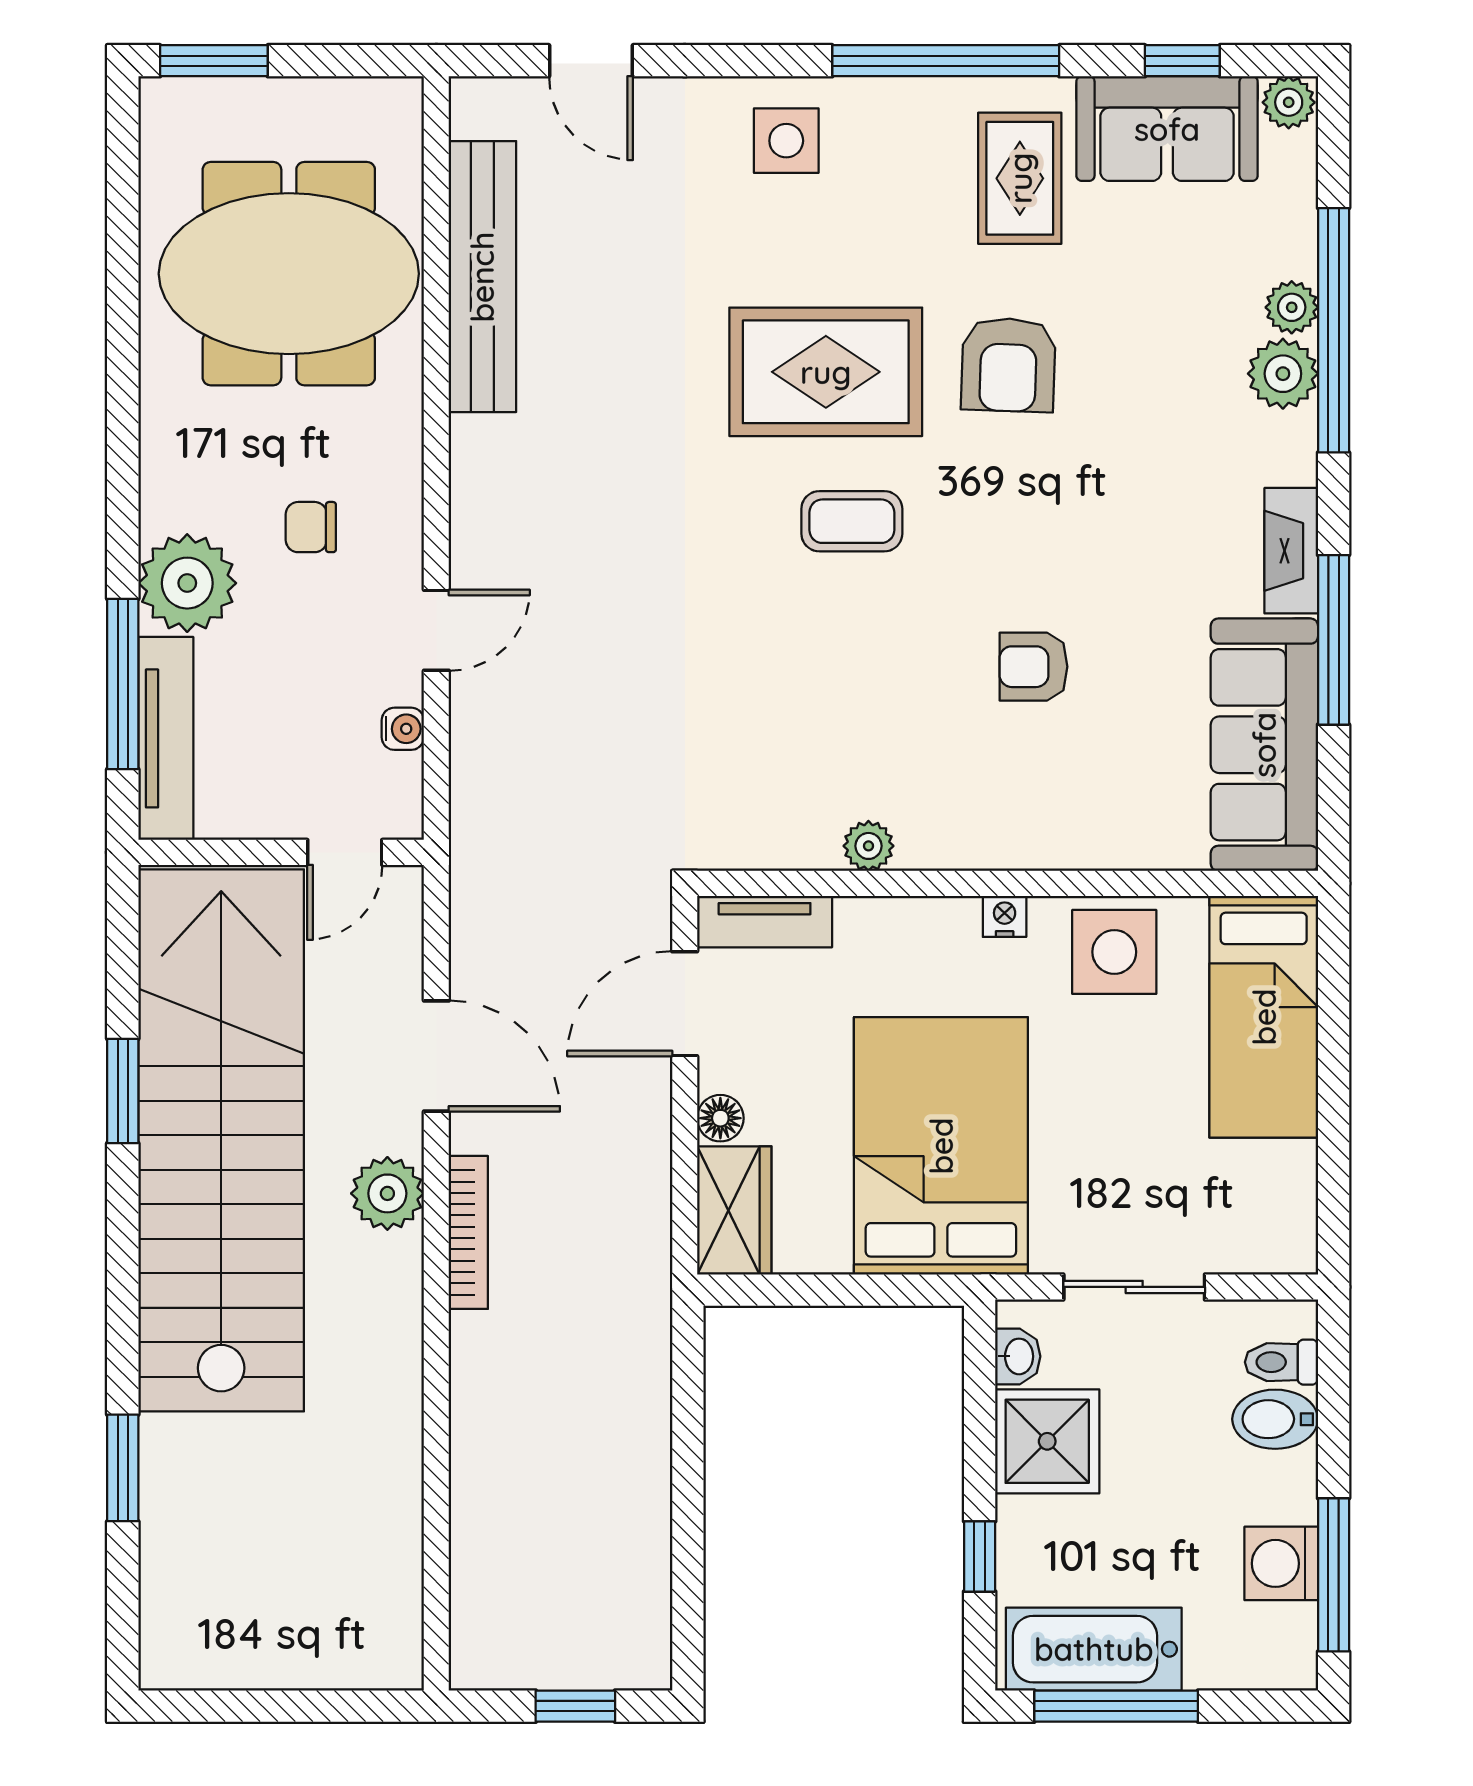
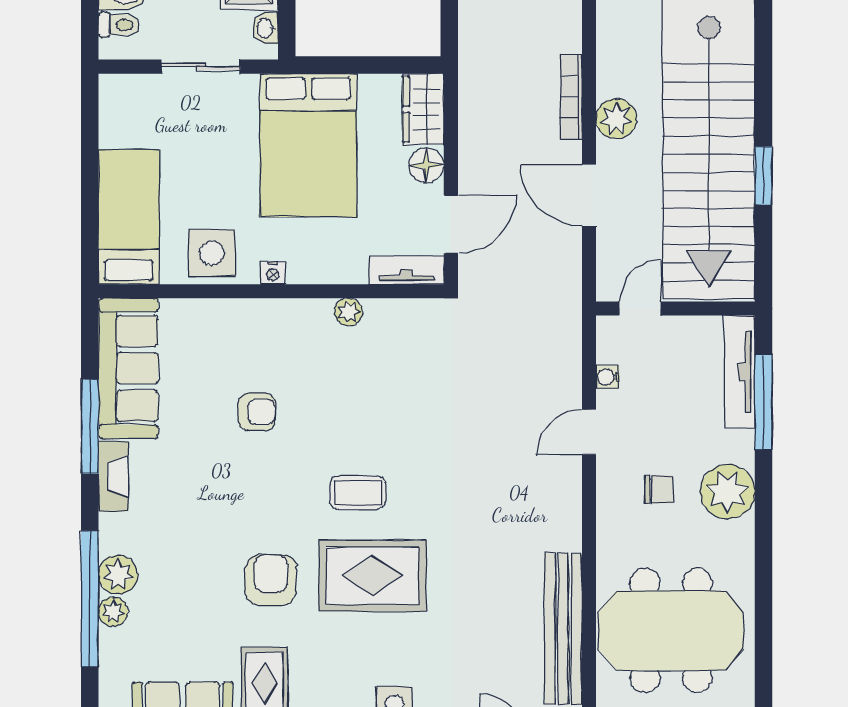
plant: (187, 583) -> (728, 492), moved
floor lamp: (720, 1118) -> (426, 165), width x1.37, depth x1.37

